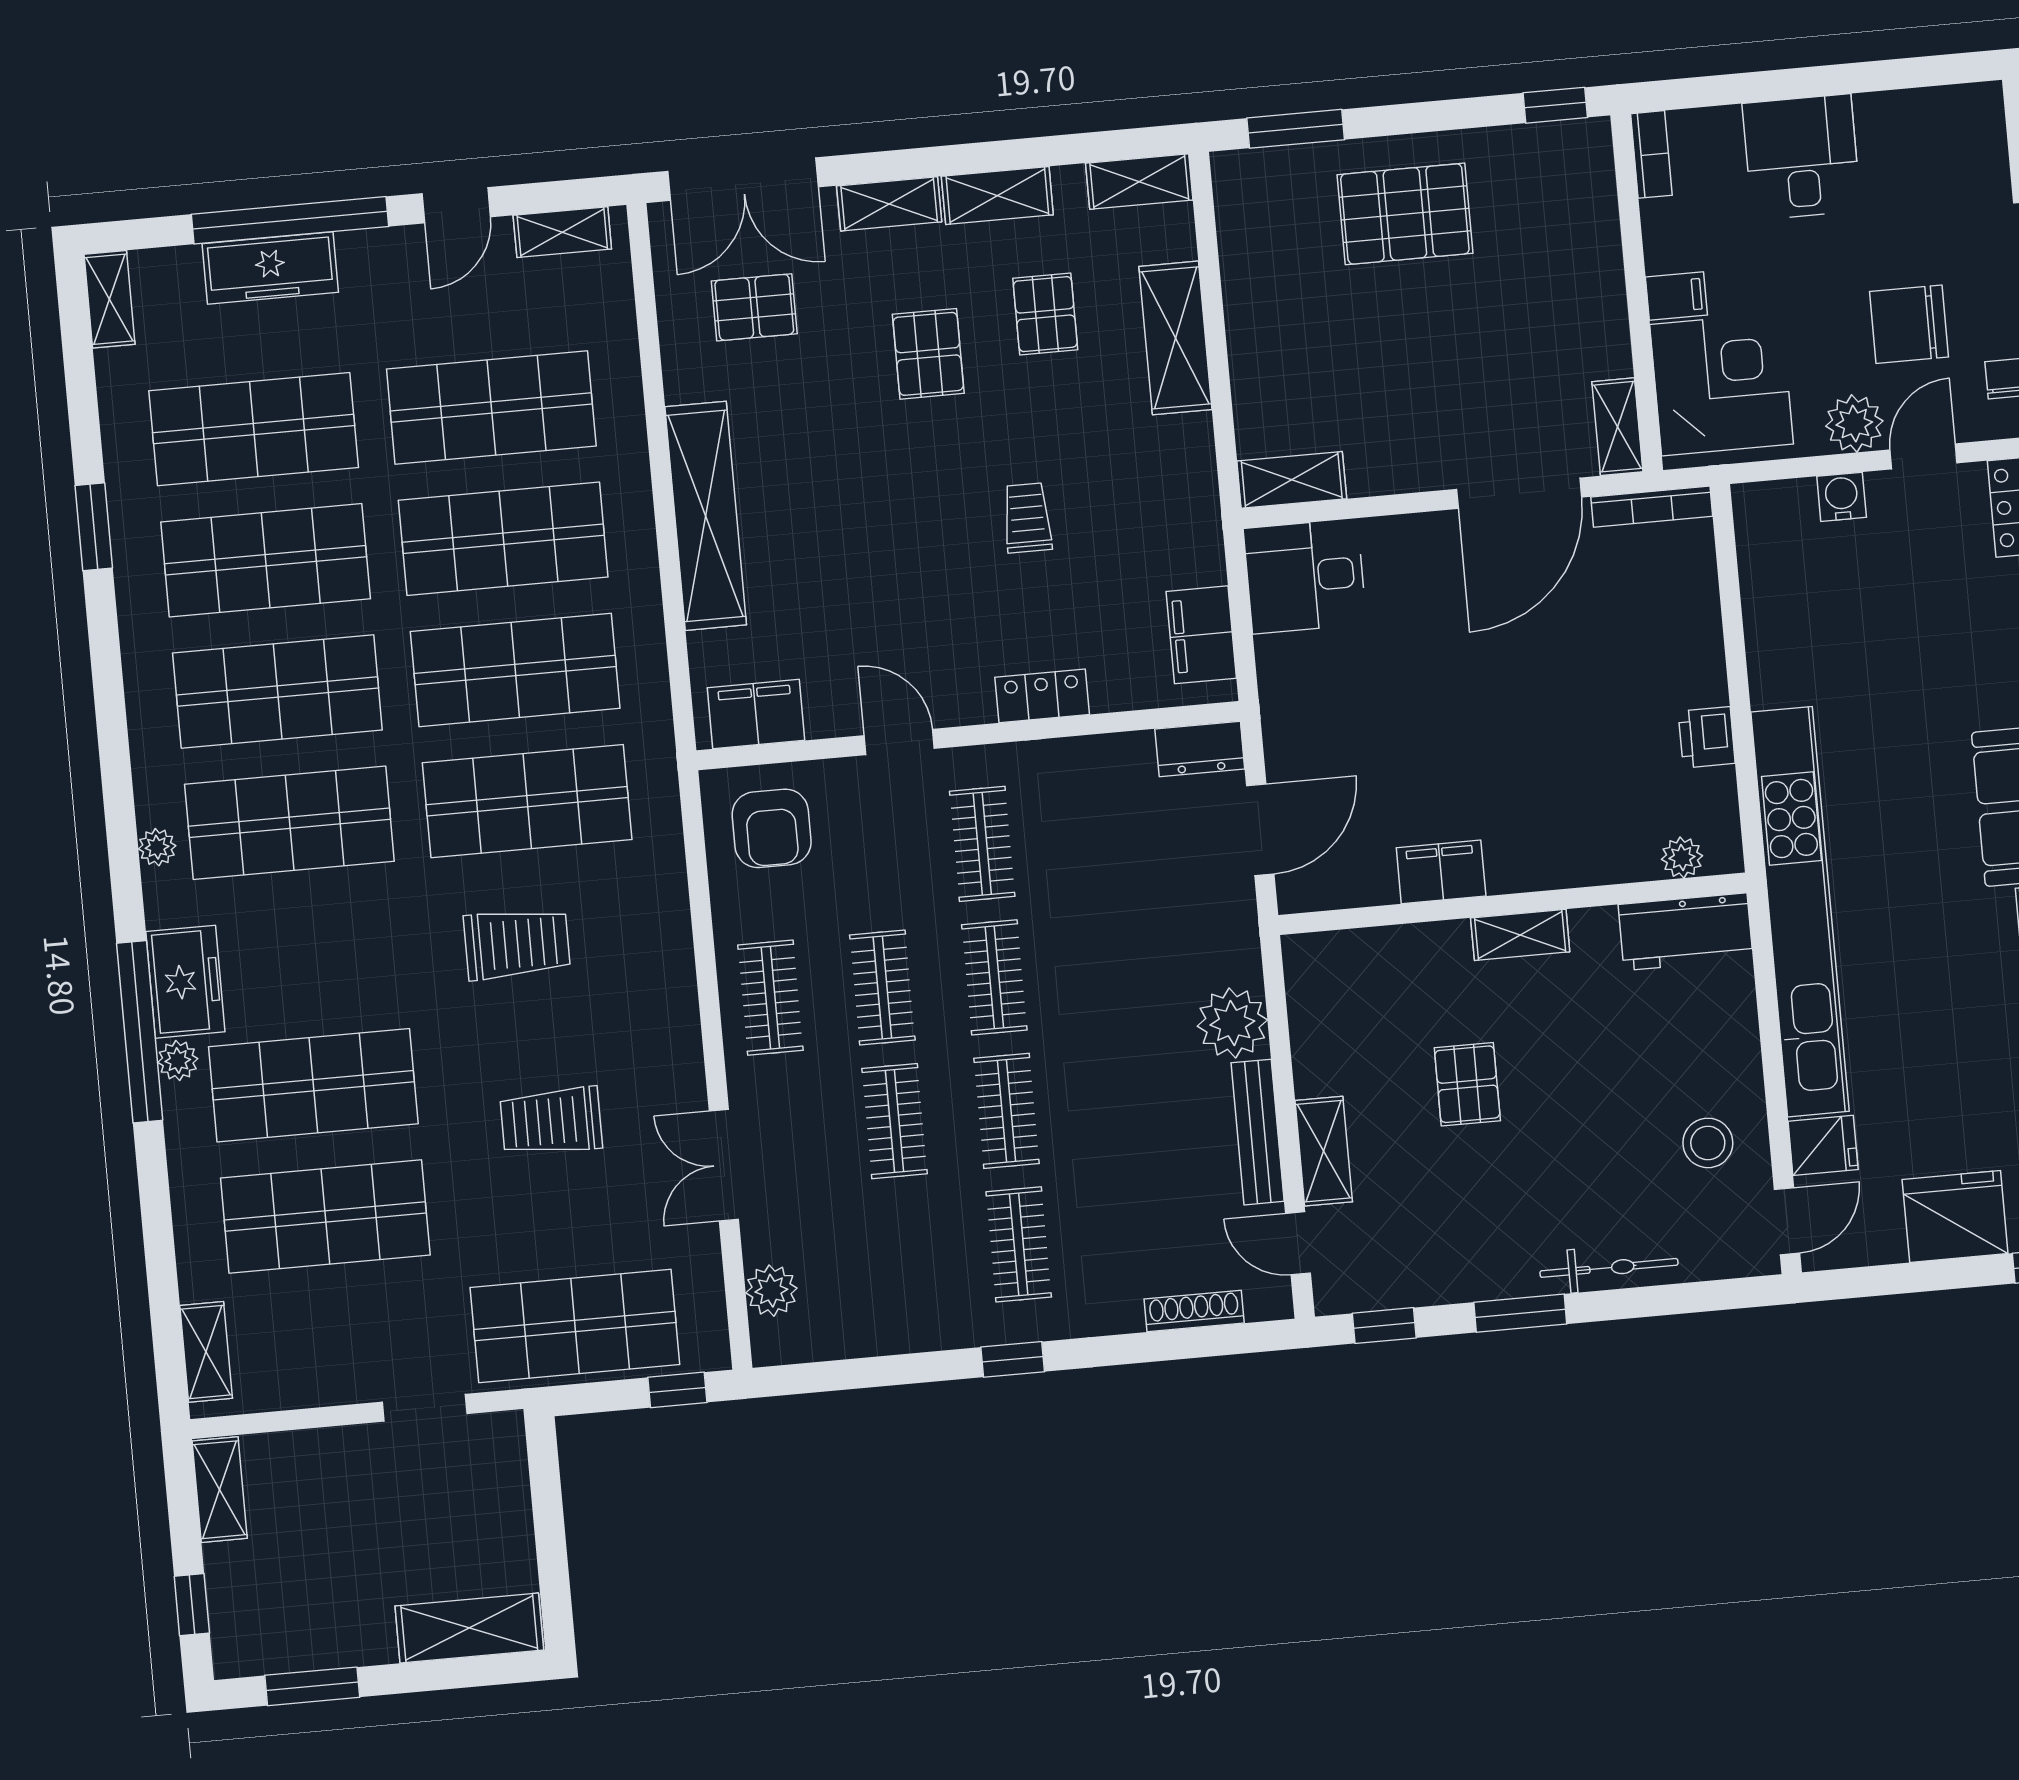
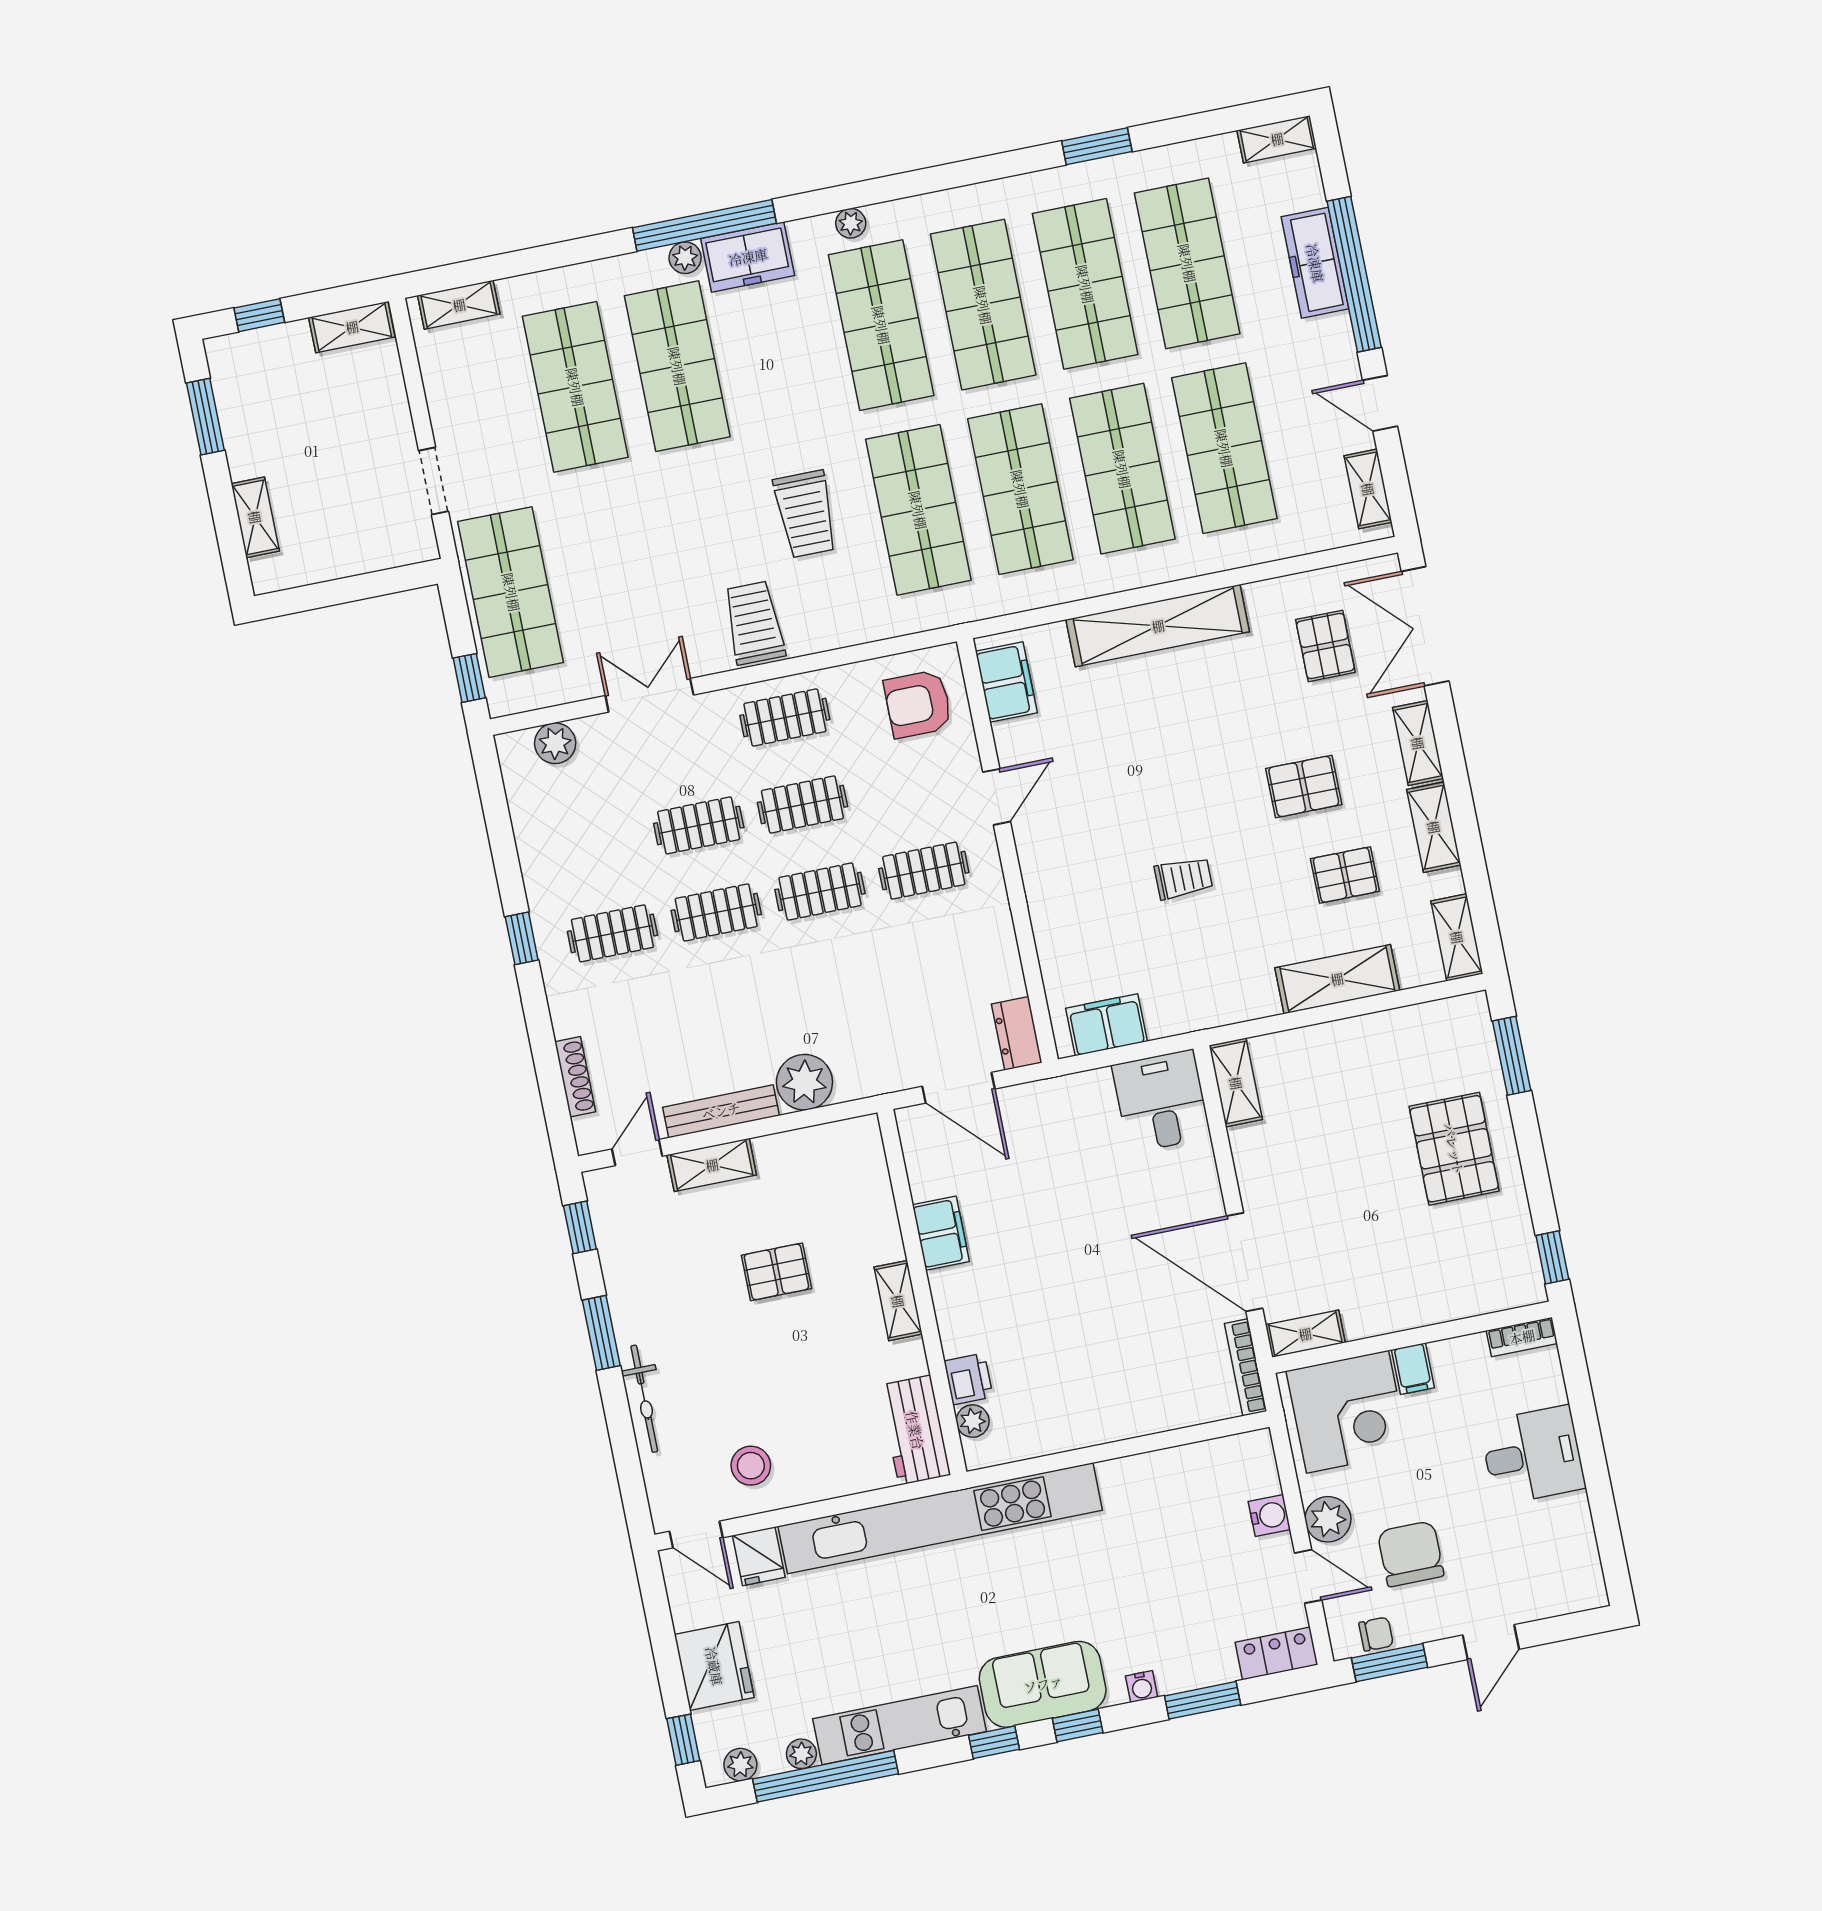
locker: (1042, 696) -> (1045, 905), removed
printer: (1707, 737) -> (968, 1379), moved, turned 90
trolley: (551, 1121) -> (754, 623), moved
shelving: (469, 1628) -> (255, 517), width x0.67, depth x0.75

